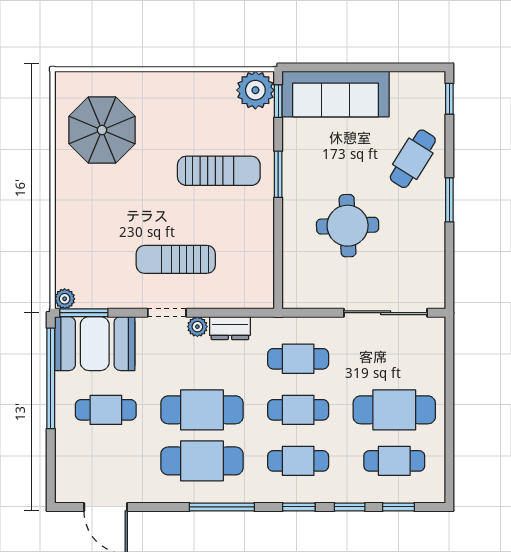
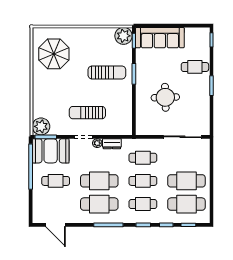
cafe table: (413, 159) -> (195, 67), turned 58
plant: (65, 299) -> (41, 126), width x1.87, depth x1.87
cafe table: (394, 461) -> (186, 204), width x1.37, depth x1.35

